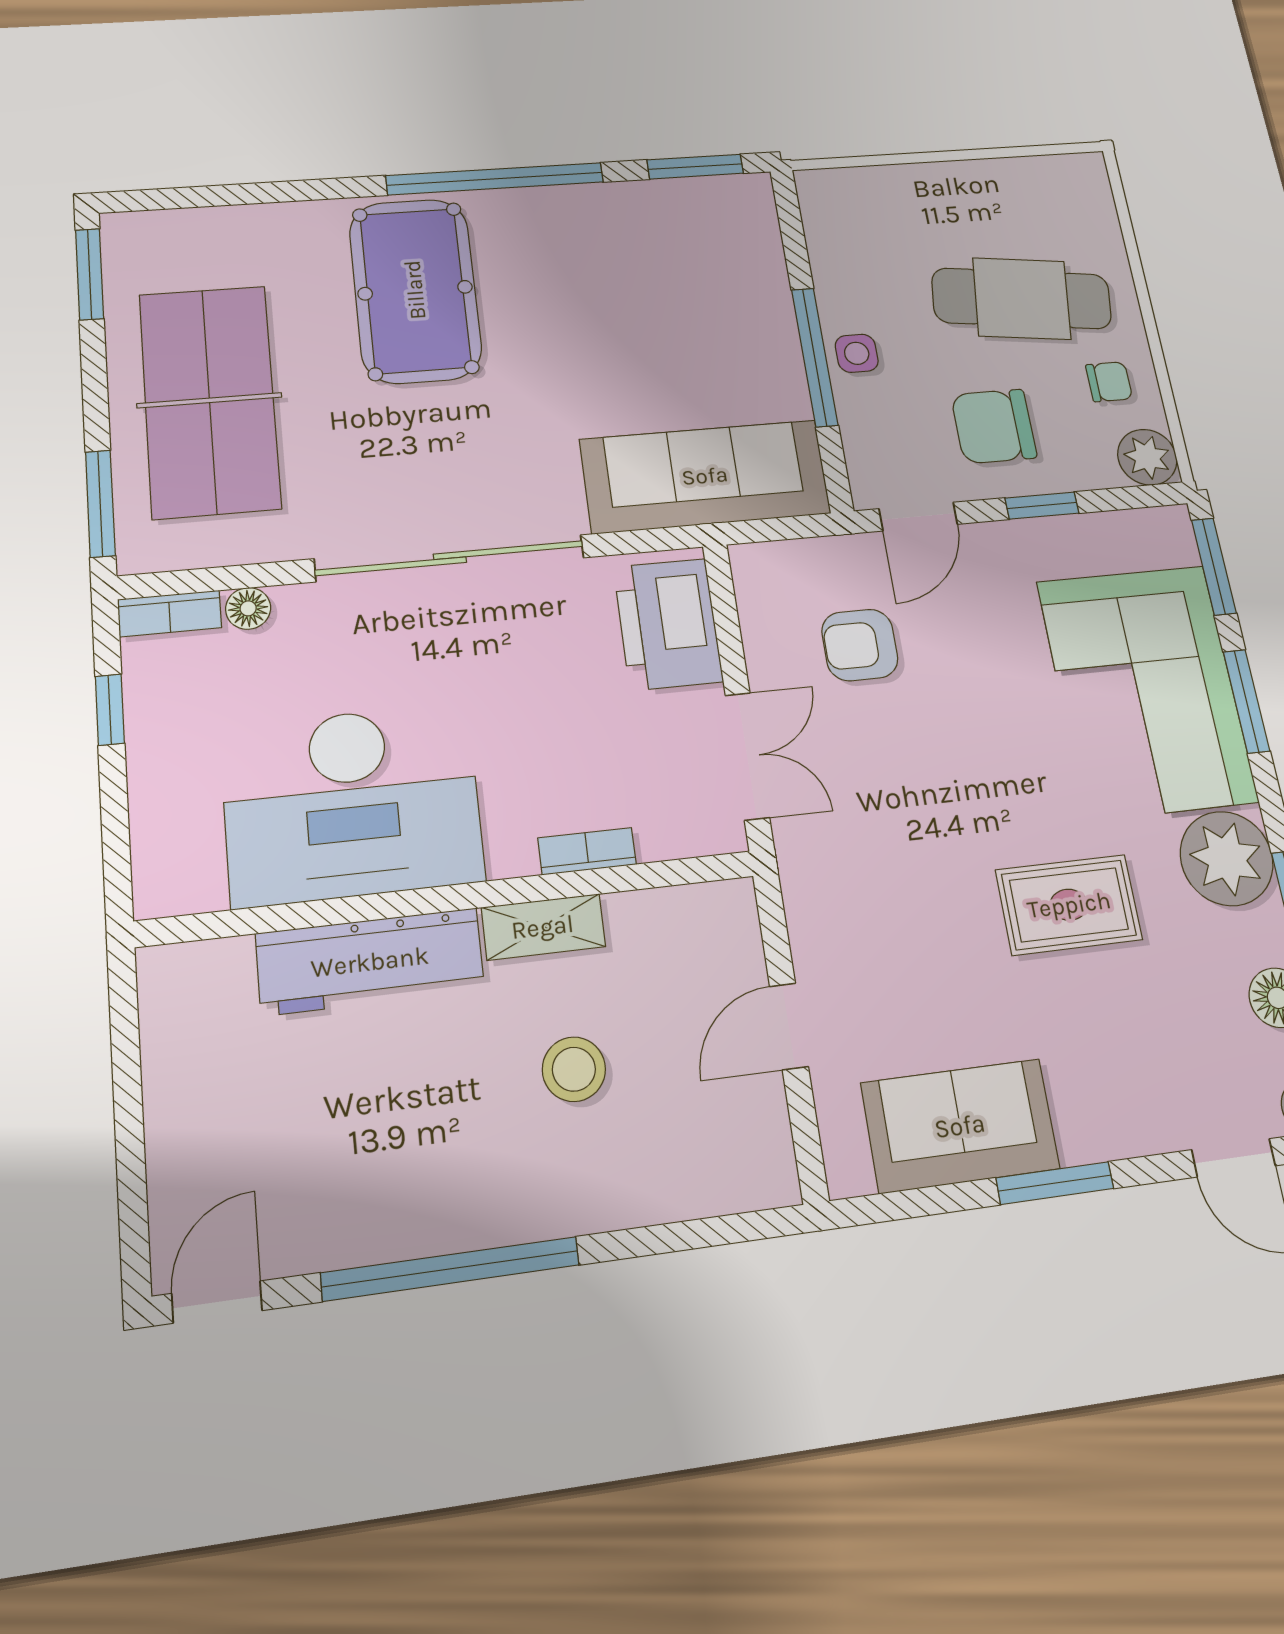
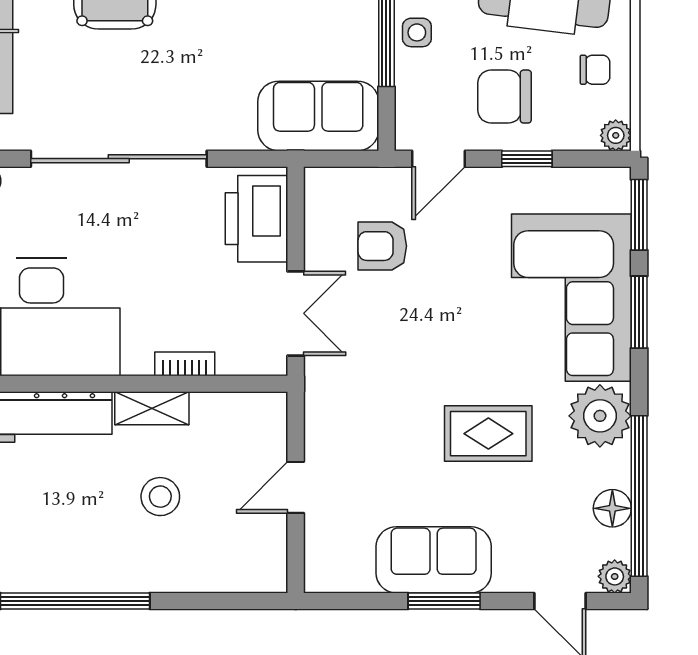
plant: (1147, 457) -> (616, 135), width x0.73, depth x0.73
sofa: (705, 476) -> (318, 116), width x0.73
sofa: (960, 1126) -> (434, 560), moved

